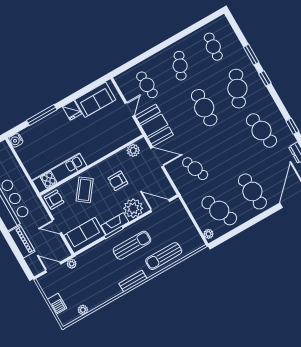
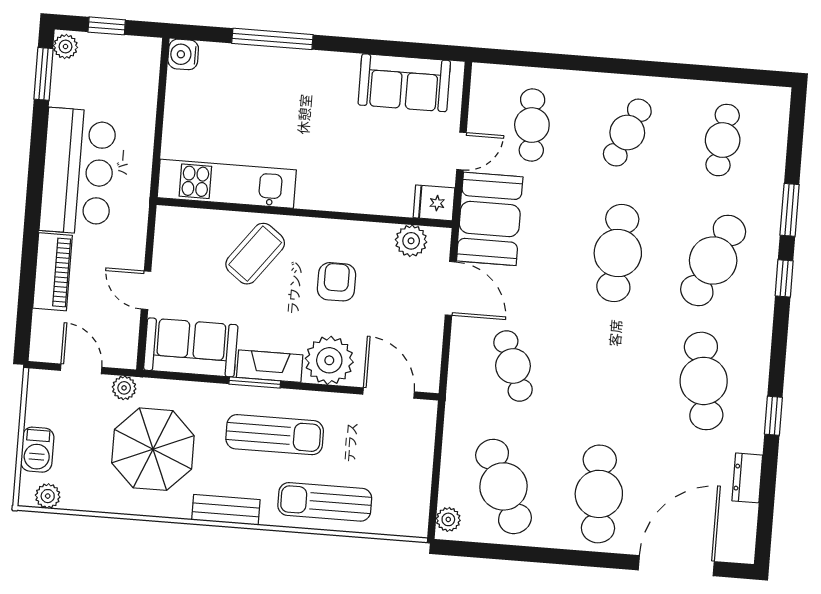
fridge: (72, 110) -> (434, 203), moved, turned 90
armchair: (118, 181) -> (337, 282), turned 90
armchair: (54, 200) -> (178, 231), removed
parasol: (95, 277) -> (153, 449), added
plant: (83, 310) -> (48, 496), moved

